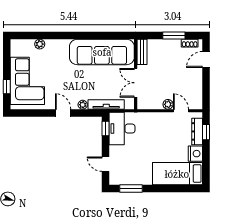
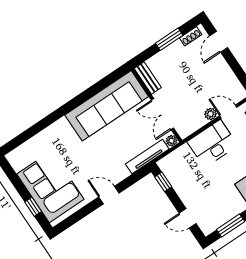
plant: (40, 44) -> (38, 140), removed
plant: (83, 105) -> (172, 141), moved
desk: (122, 129) -> (212, 144), moved, turned 90

